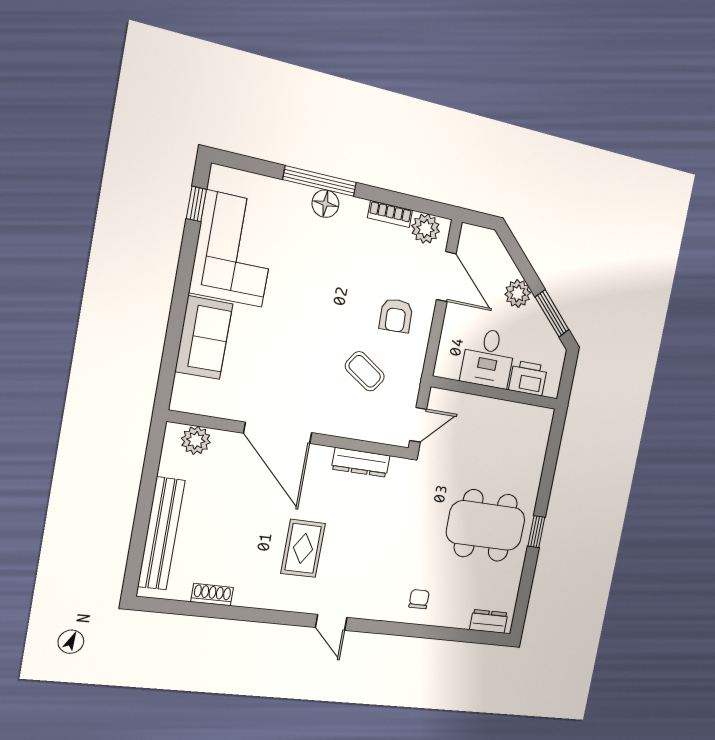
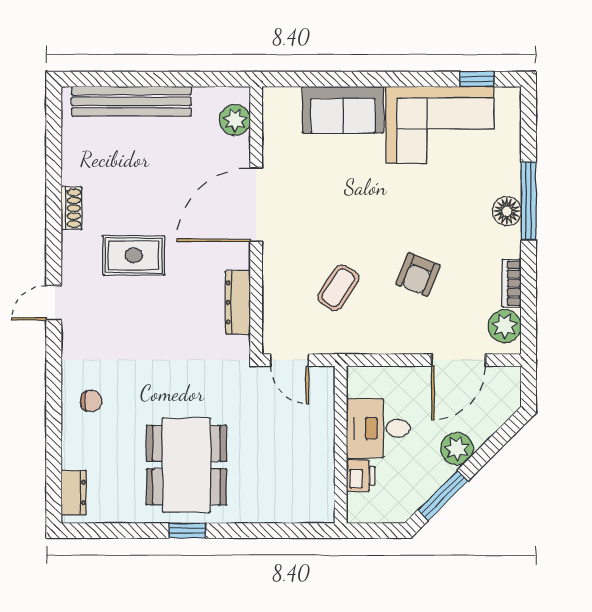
armchair: (396, 316) -> (418, 275), moved, turned -66
printer: (528, 378) -> (361, 476), width x0.73, depth x0.81
shoe rack: (212, 595) -> (71, 208), moved

